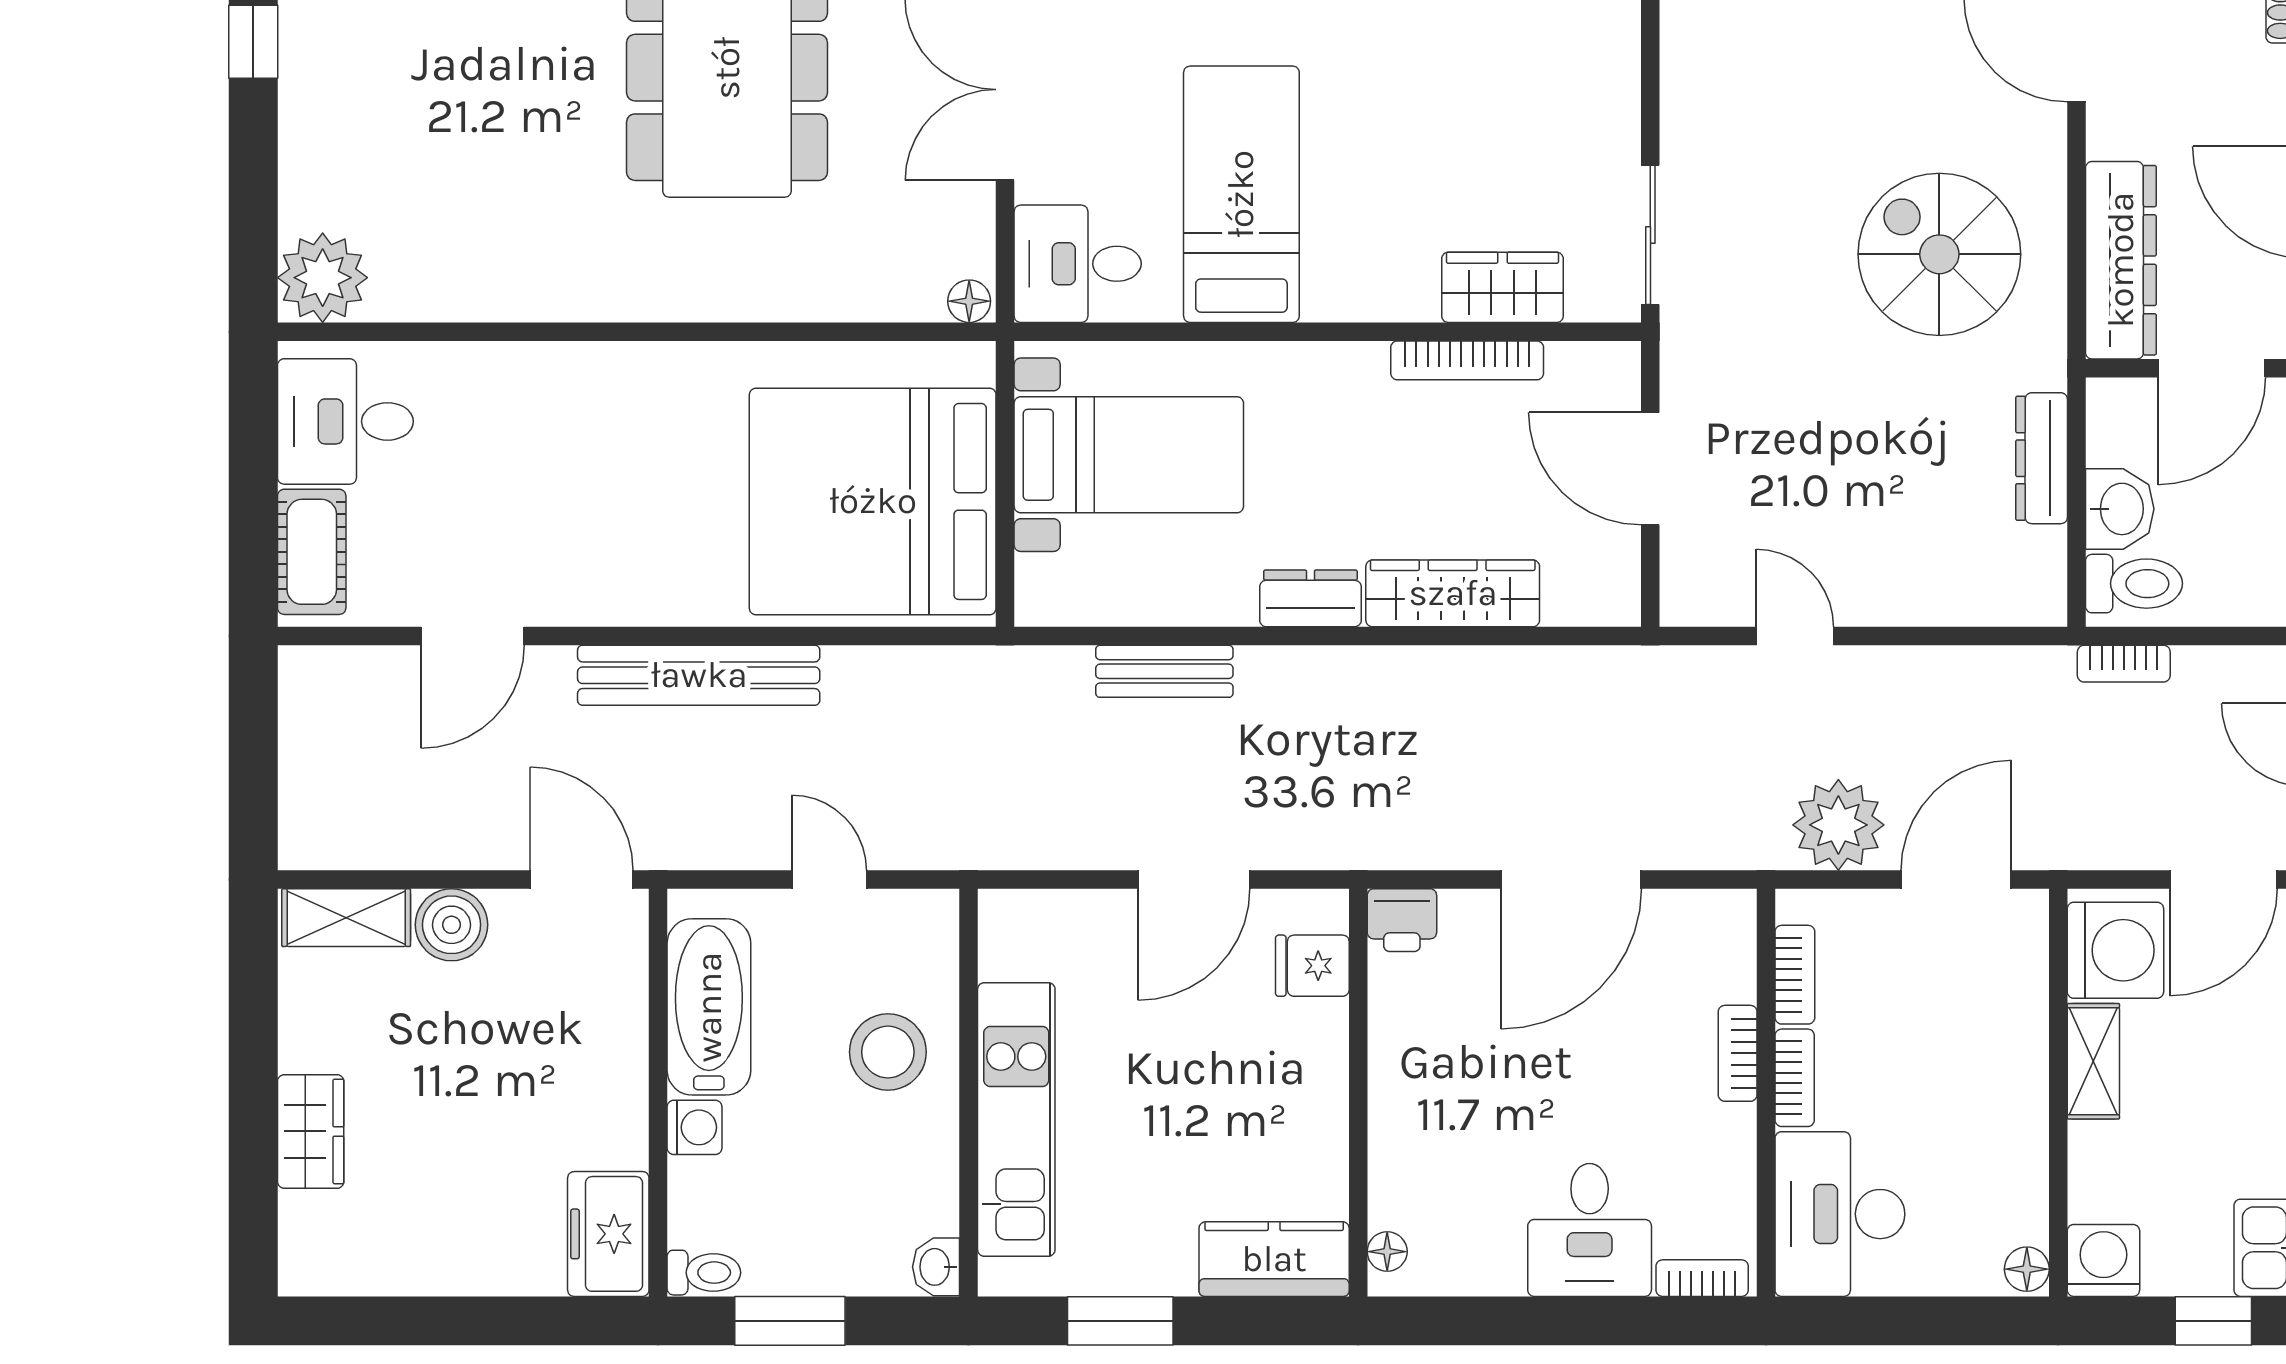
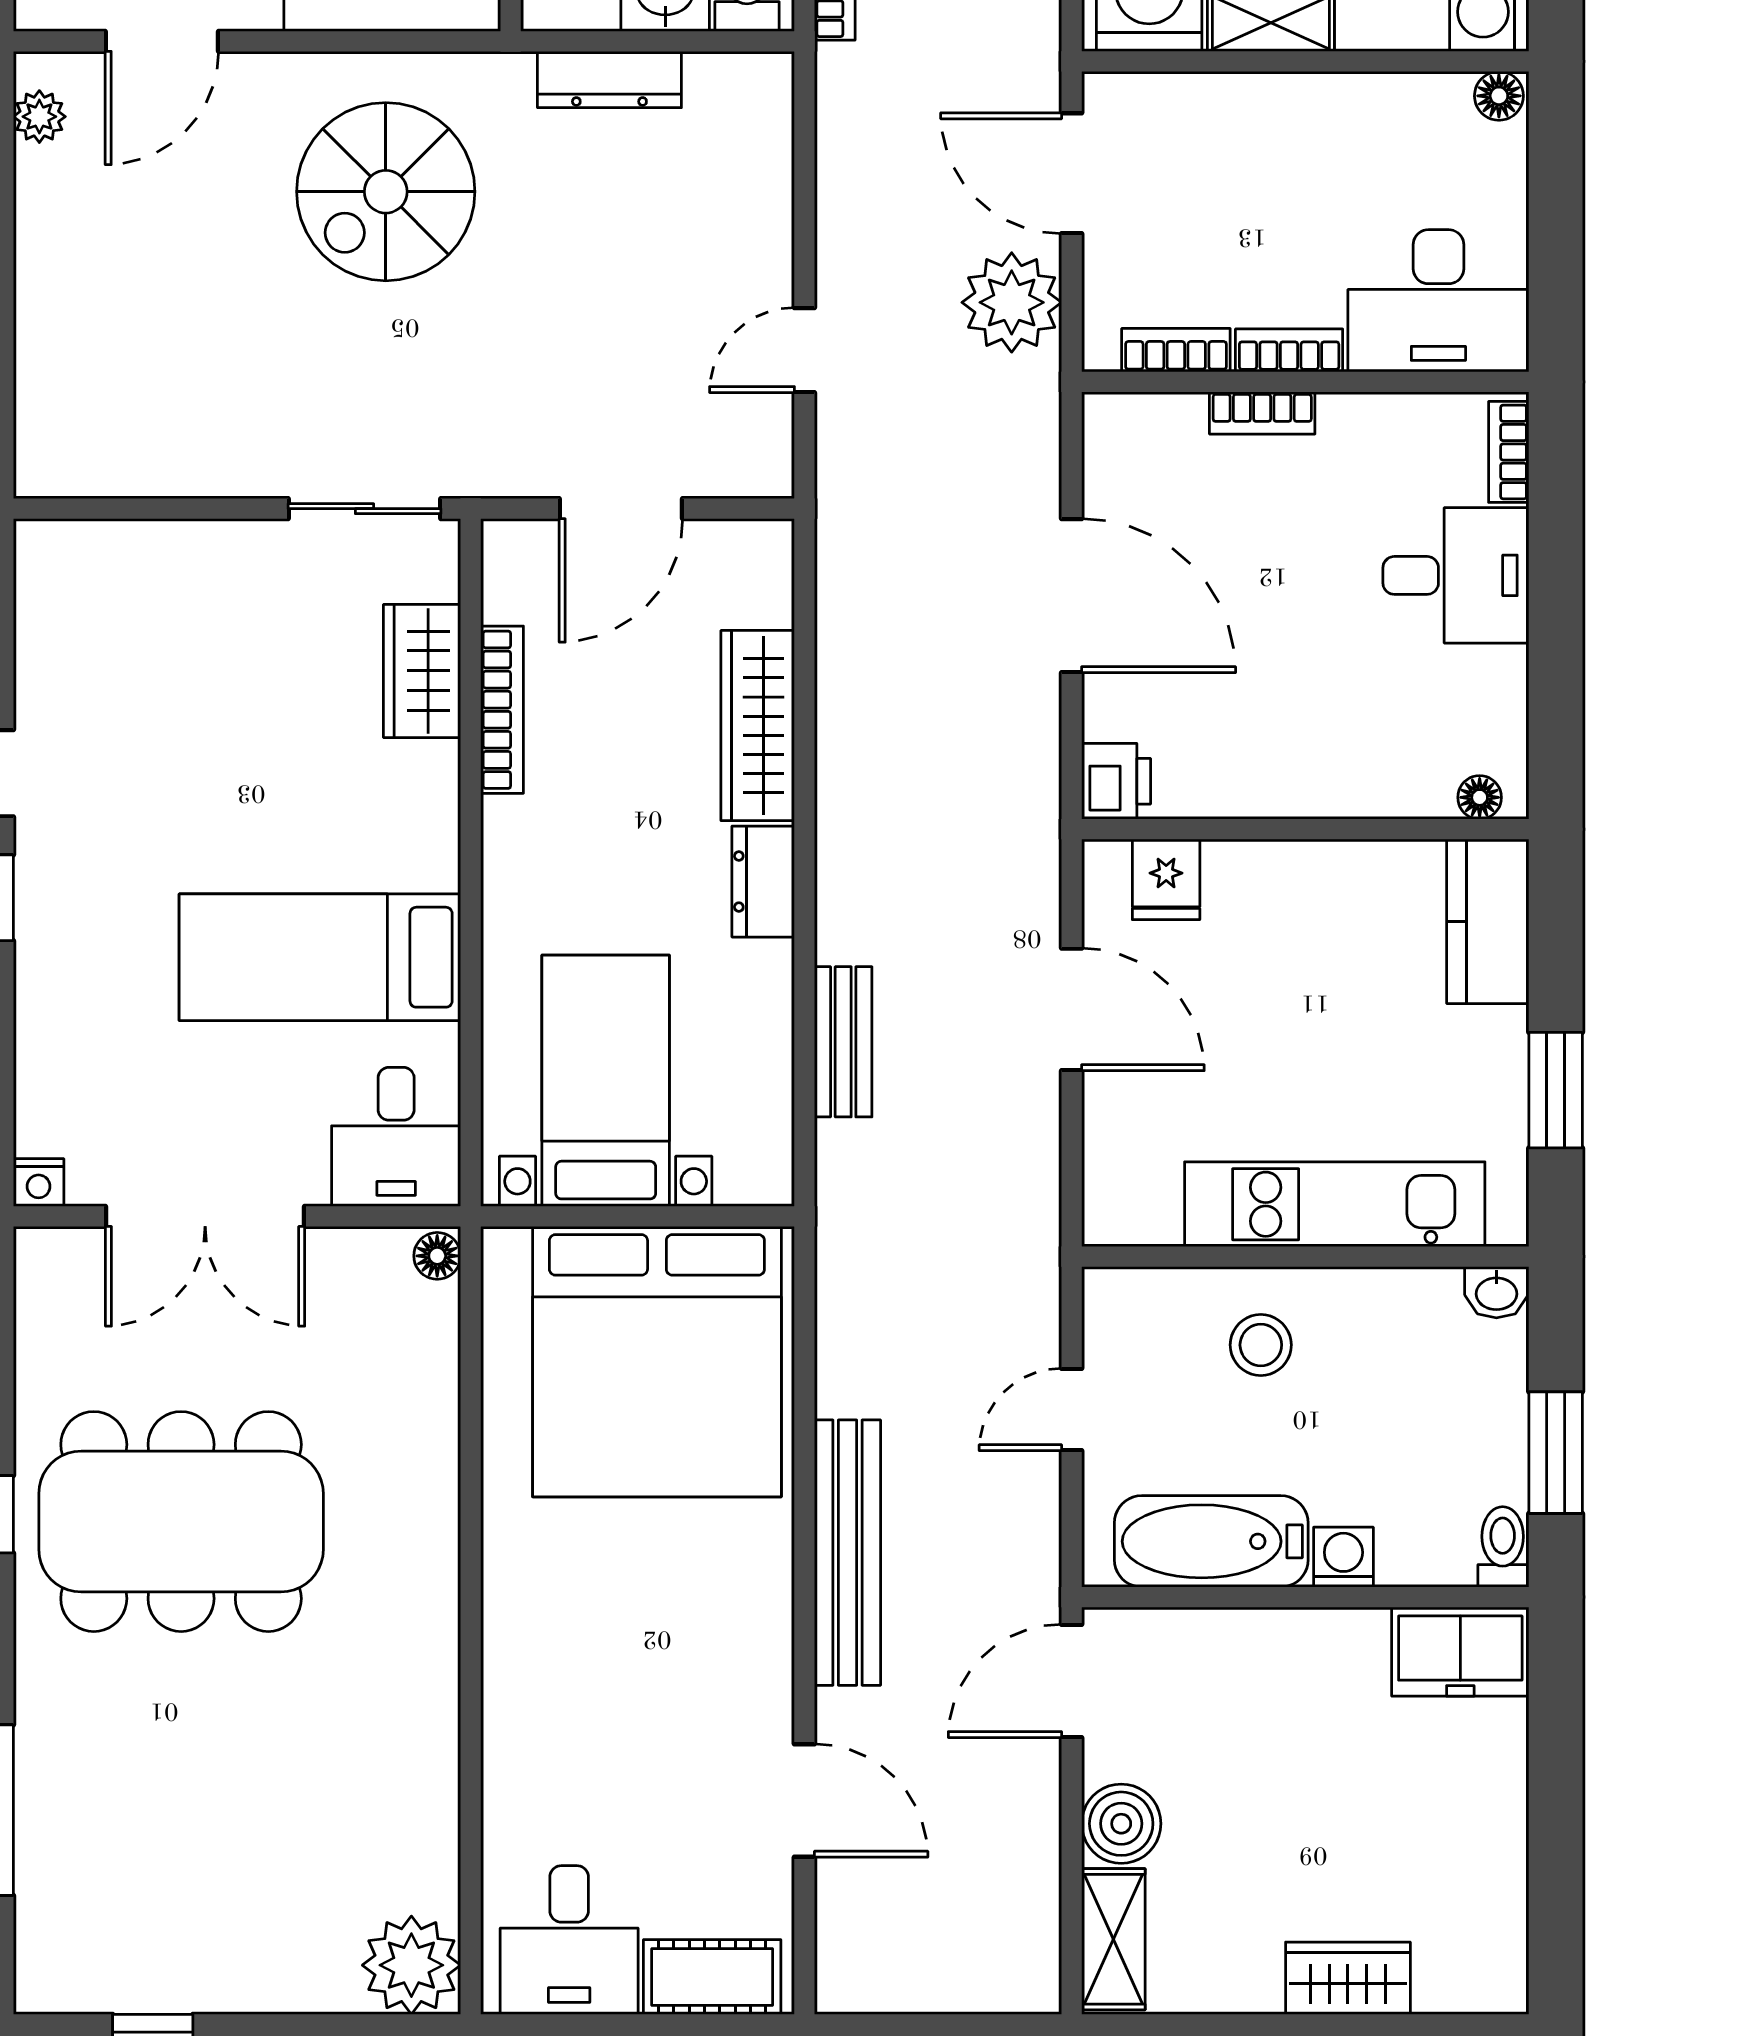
stool: (888, 1052) -> (1261, 1345), width x0.73, depth x0.73

